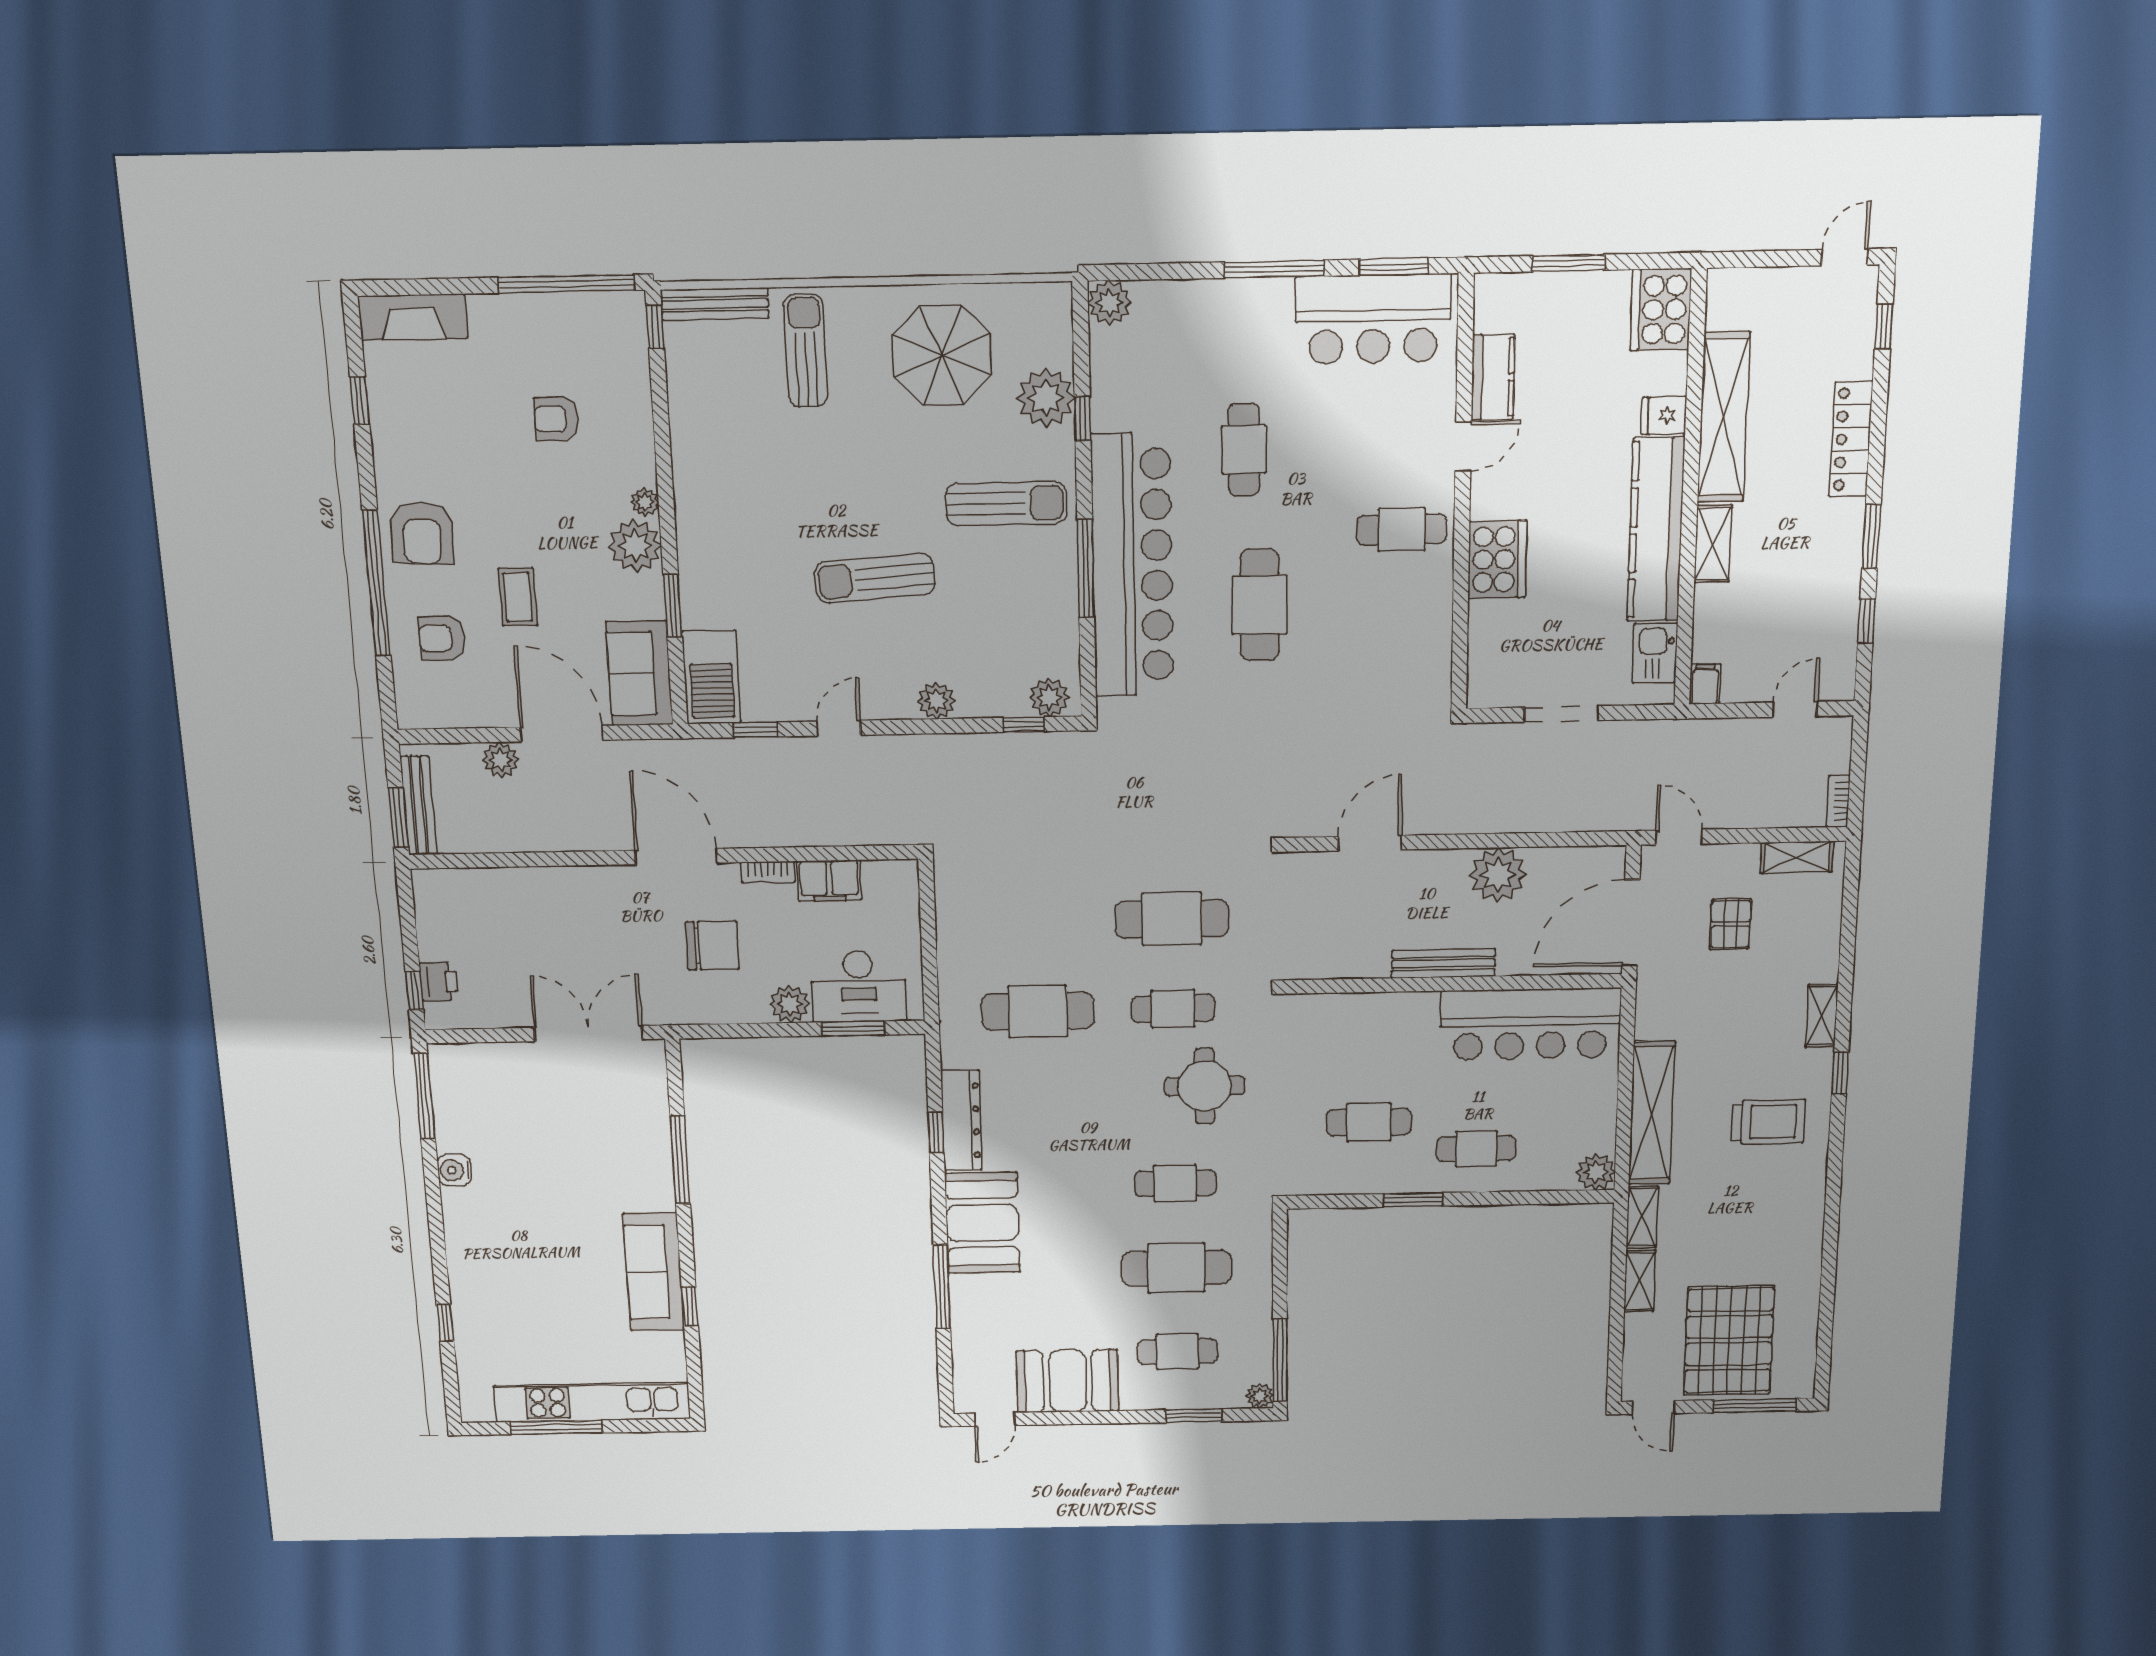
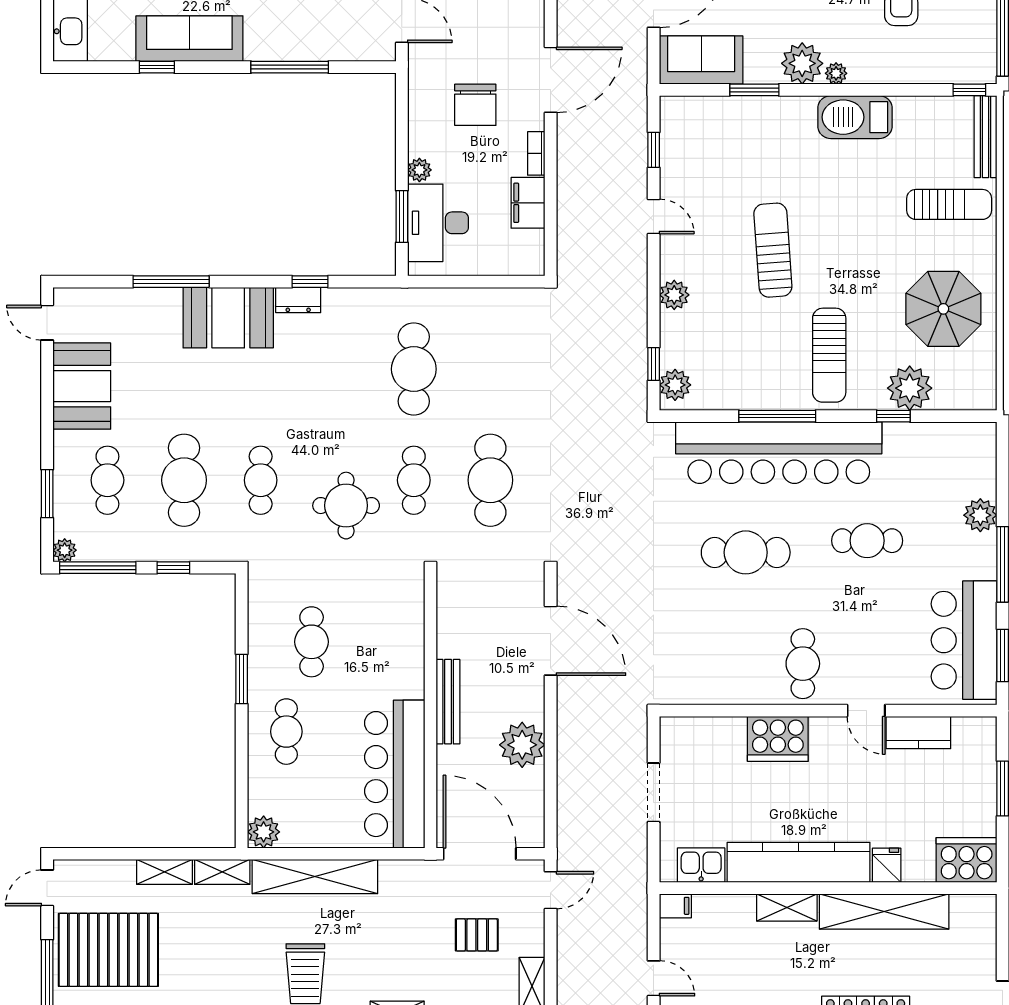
plant: (1109, 303) -> (980, 515), moved
barbecue: (711, 677) -> (855, 117), moved
door: (1370, 843) -> (551, 641), width x1.36
plant: (790, 1004) -> (419, 170), width x0.73, depth x0.73
dresser: (961, 1121) -> (298, 300), width x0.51, depth x0.80
window: (1280, 1278) -> (173, 568), added

